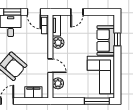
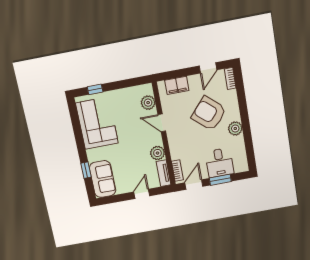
door: (34, 12) -> (194, 185), hinge flipped
sofa: (106, 40) -> (103, 179), moved
window: (97, 101) -> (95, 89), width x0.46

